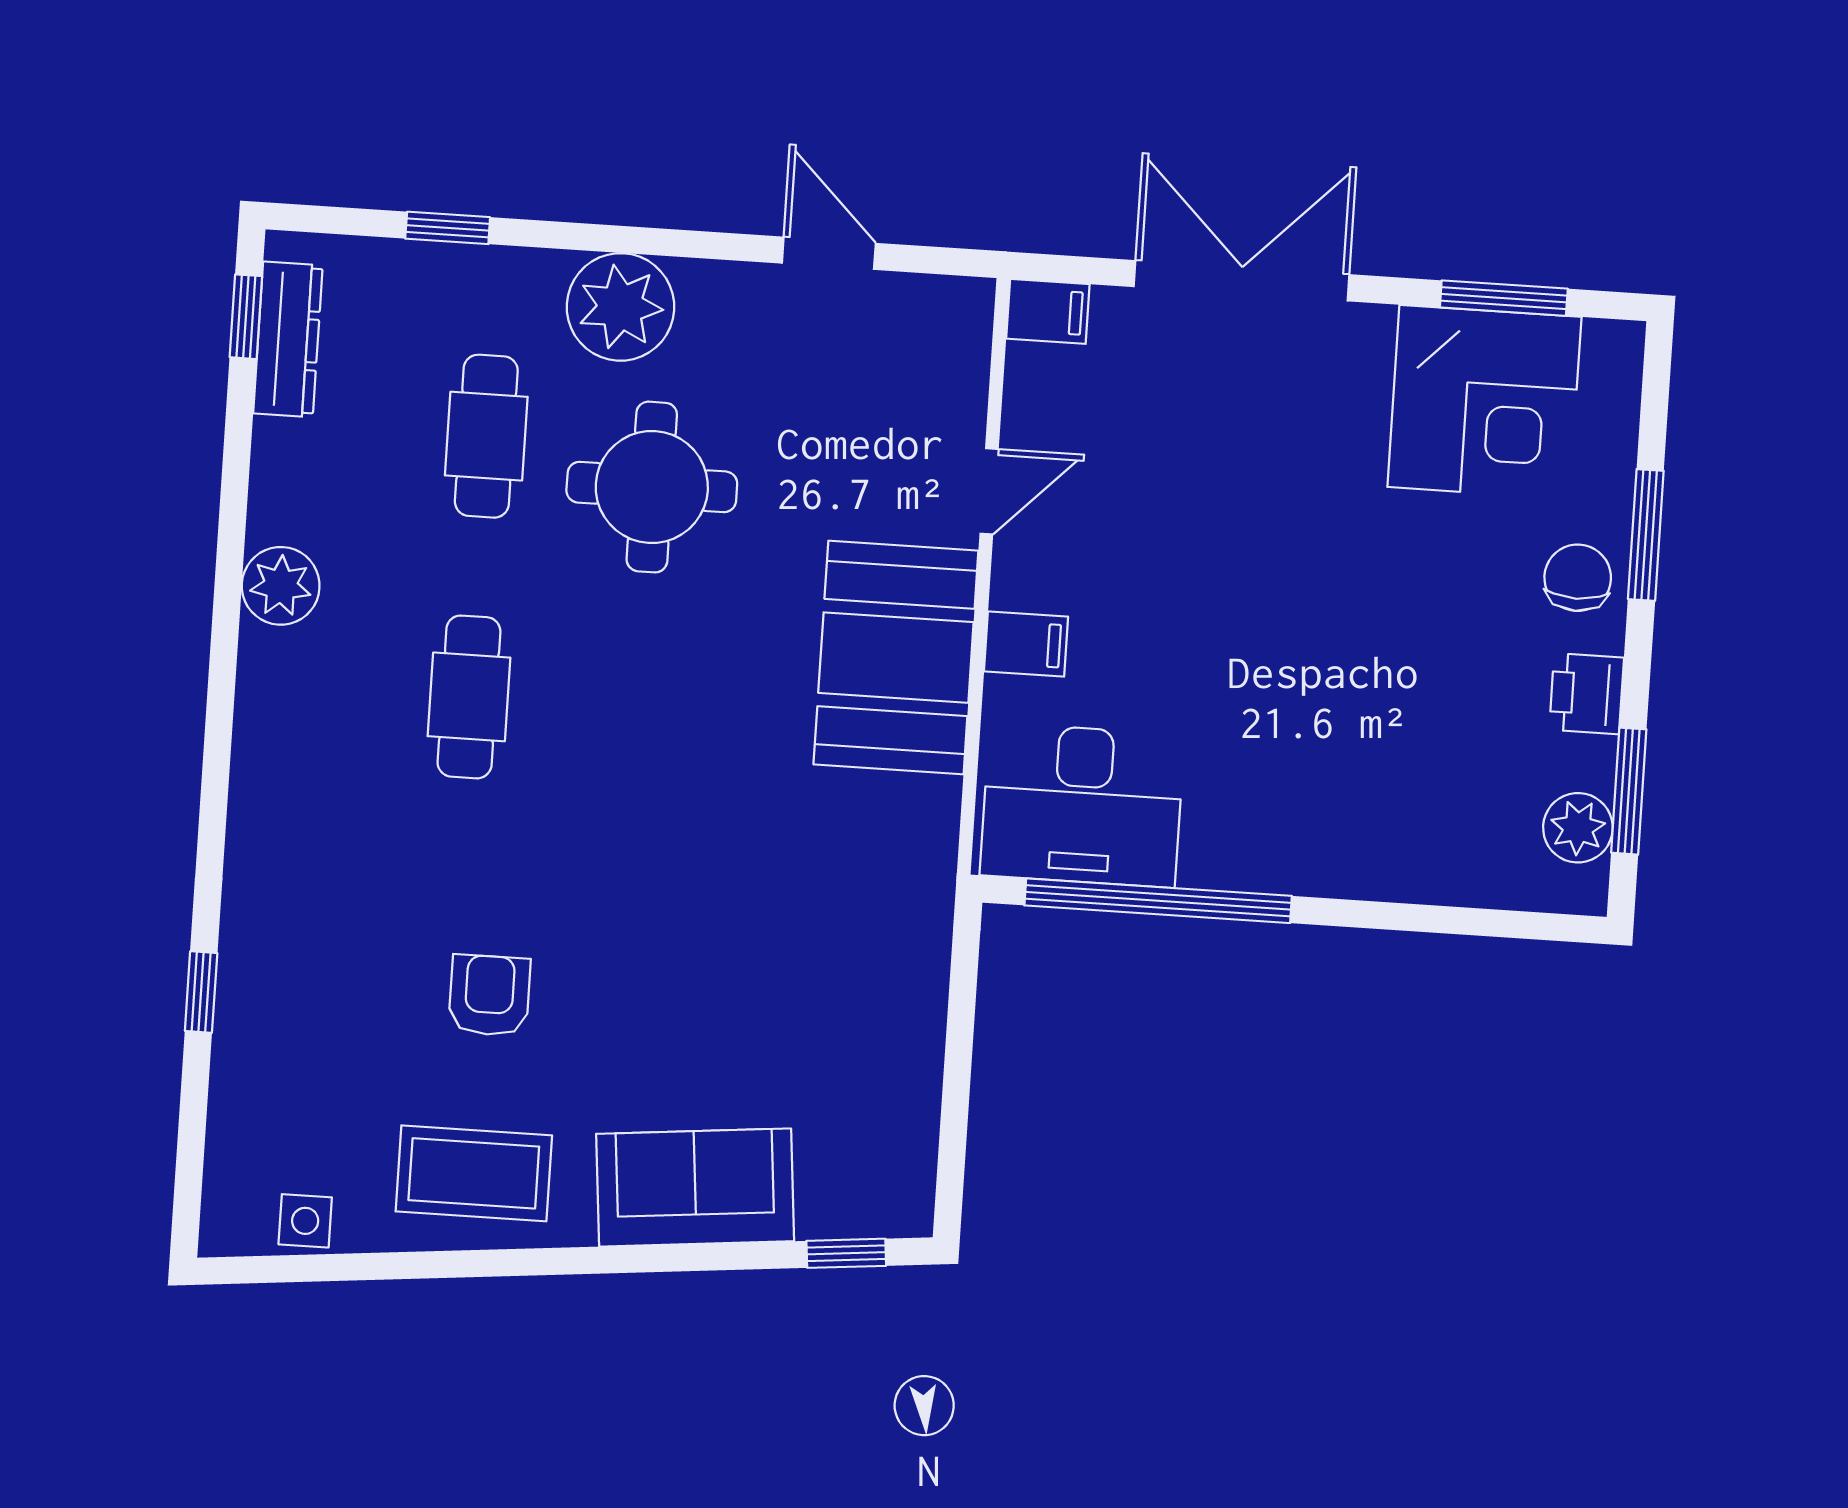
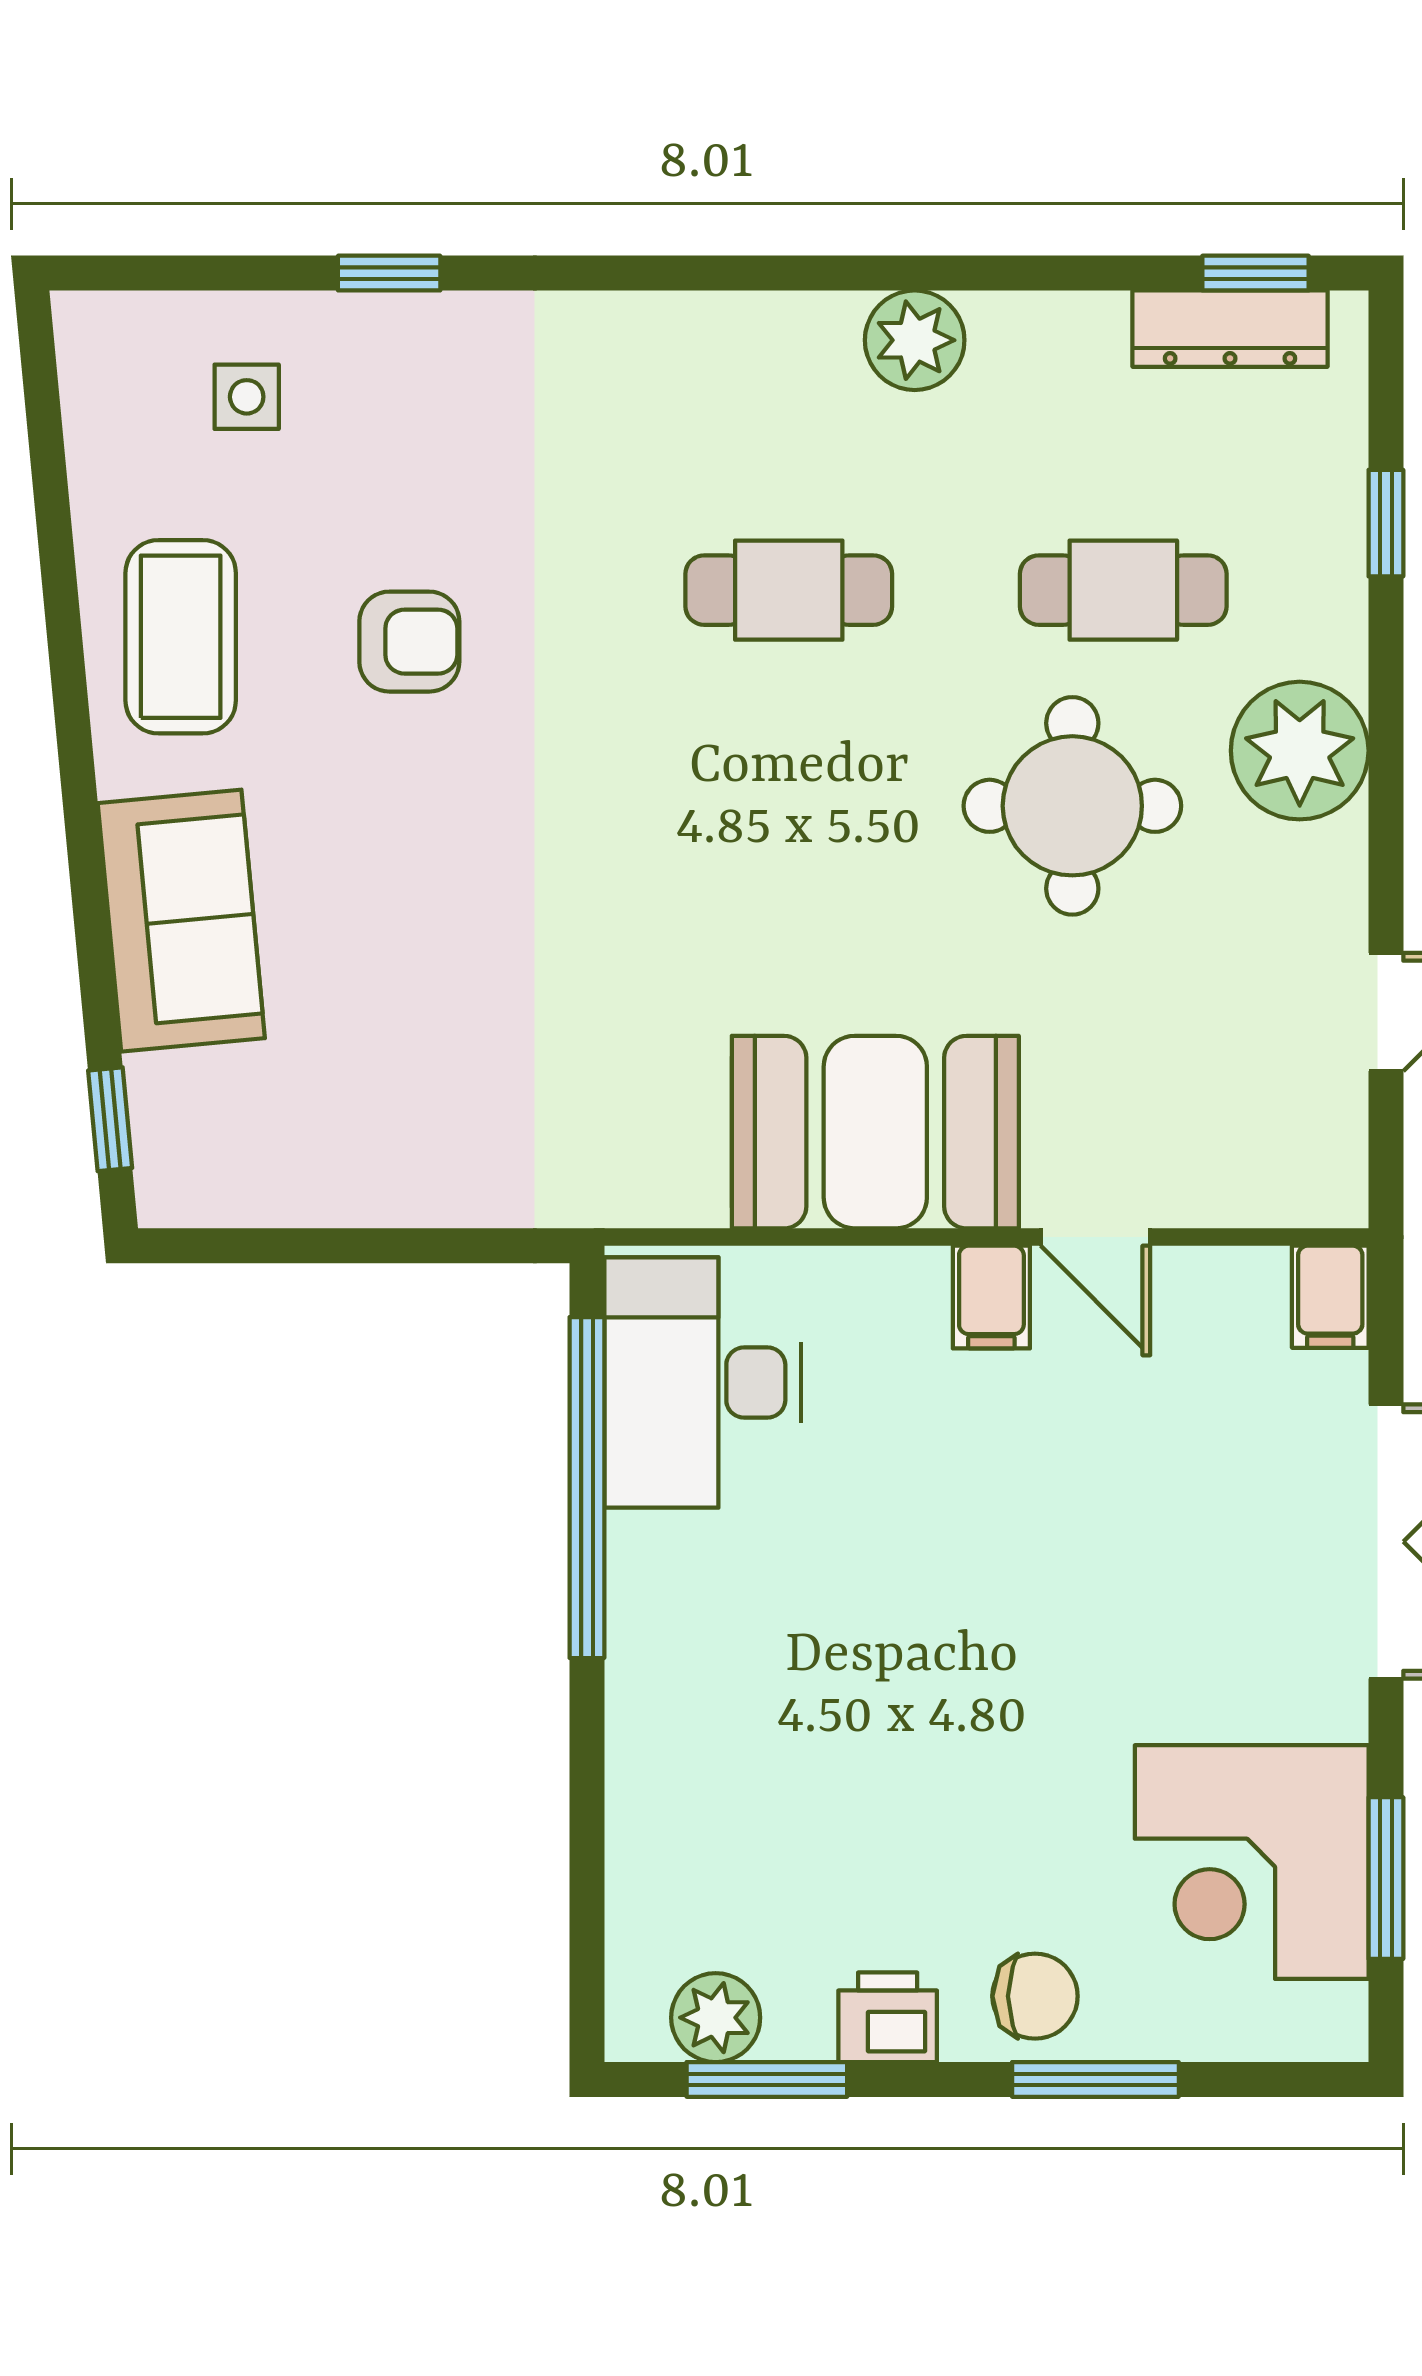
filing cabinet: (1026, 644) -> (991, 1297), moved
side table: (305, 1221) -> (247, 397), moved

